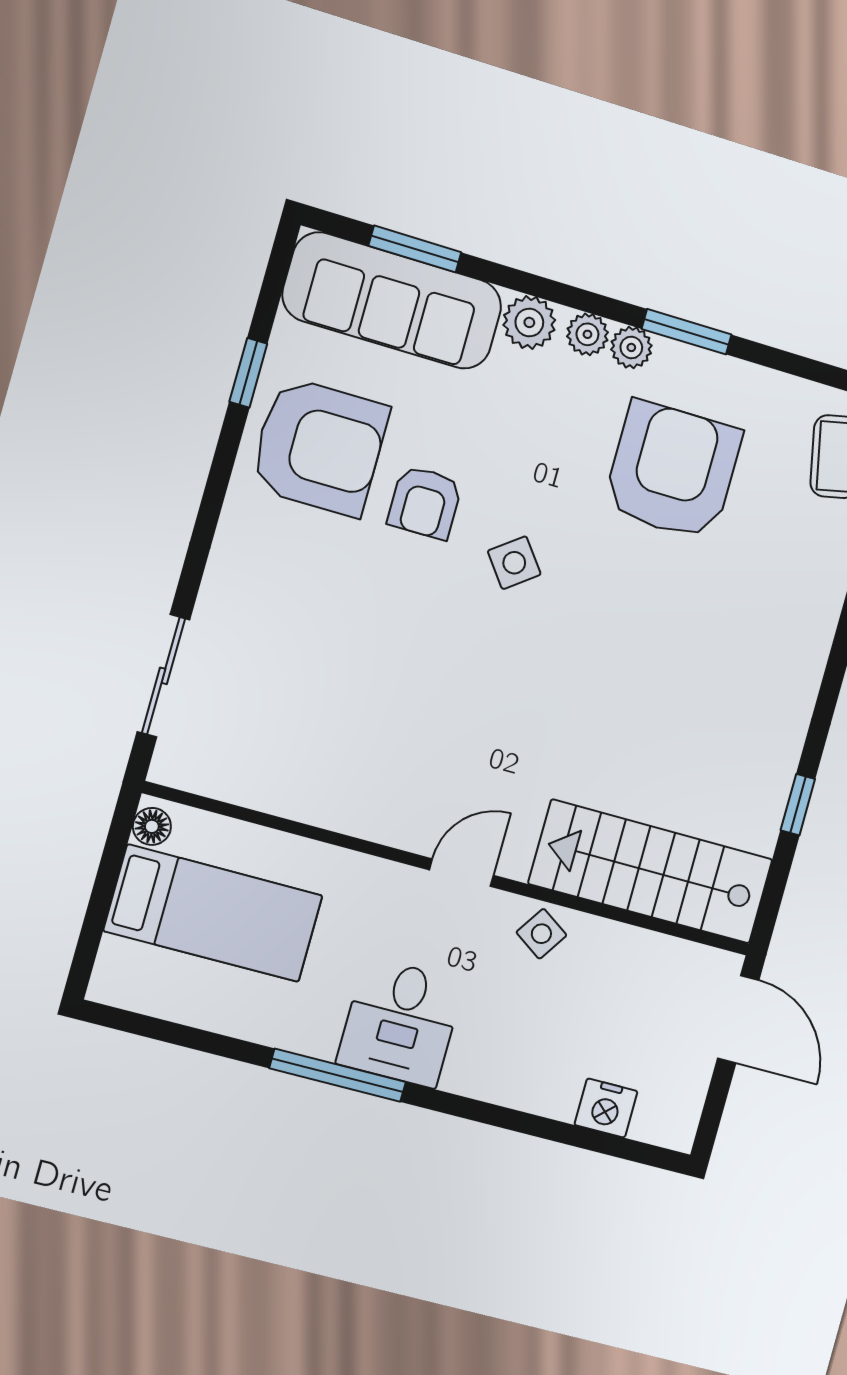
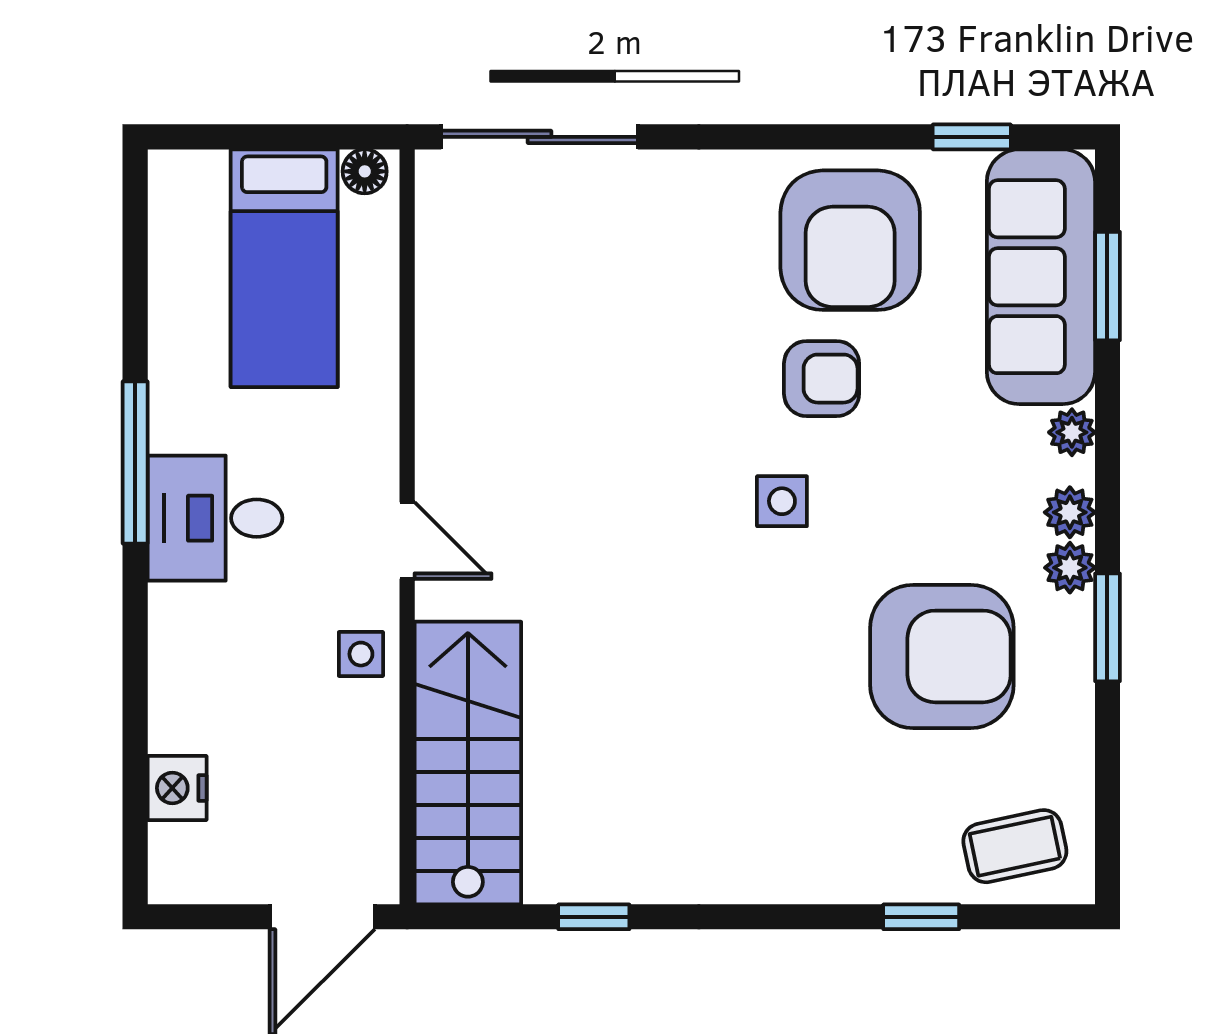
plant: (529, 322) -> (1072, 432), width x0.73, depth x0.73
window: (248, 373) -> (972, 137), moved
armchair: (425, 502) -> (822, 379), turned 180
side table: (514, 563) -> (782, 501), turned 37
sliding door: (163, 676) -> (540, 137), width x1.37
side table: (541, 934) -> (361, 654), turned -34

